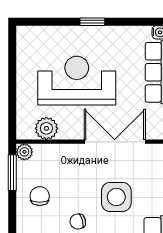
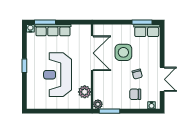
double door: (115, 142) -> (92, 53), swing flipped
chair: (40, 196) -> (135, 94), moved

